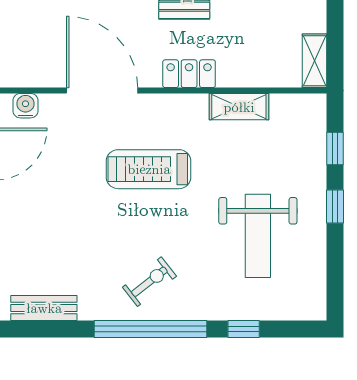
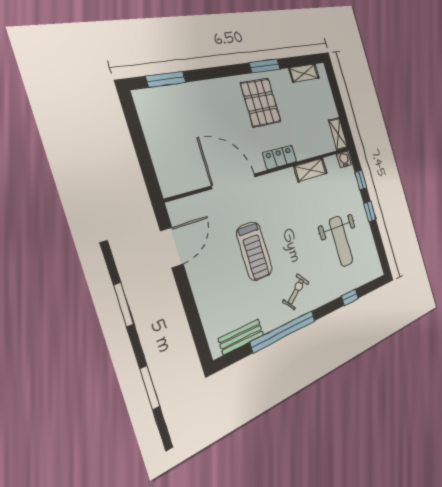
water cooler: (25, 106) -> (344, 159), moved
treadmill: (149, 169) -> (254, 251), moved, turned -90
window: (150, 329) -> (284, 331), moved

